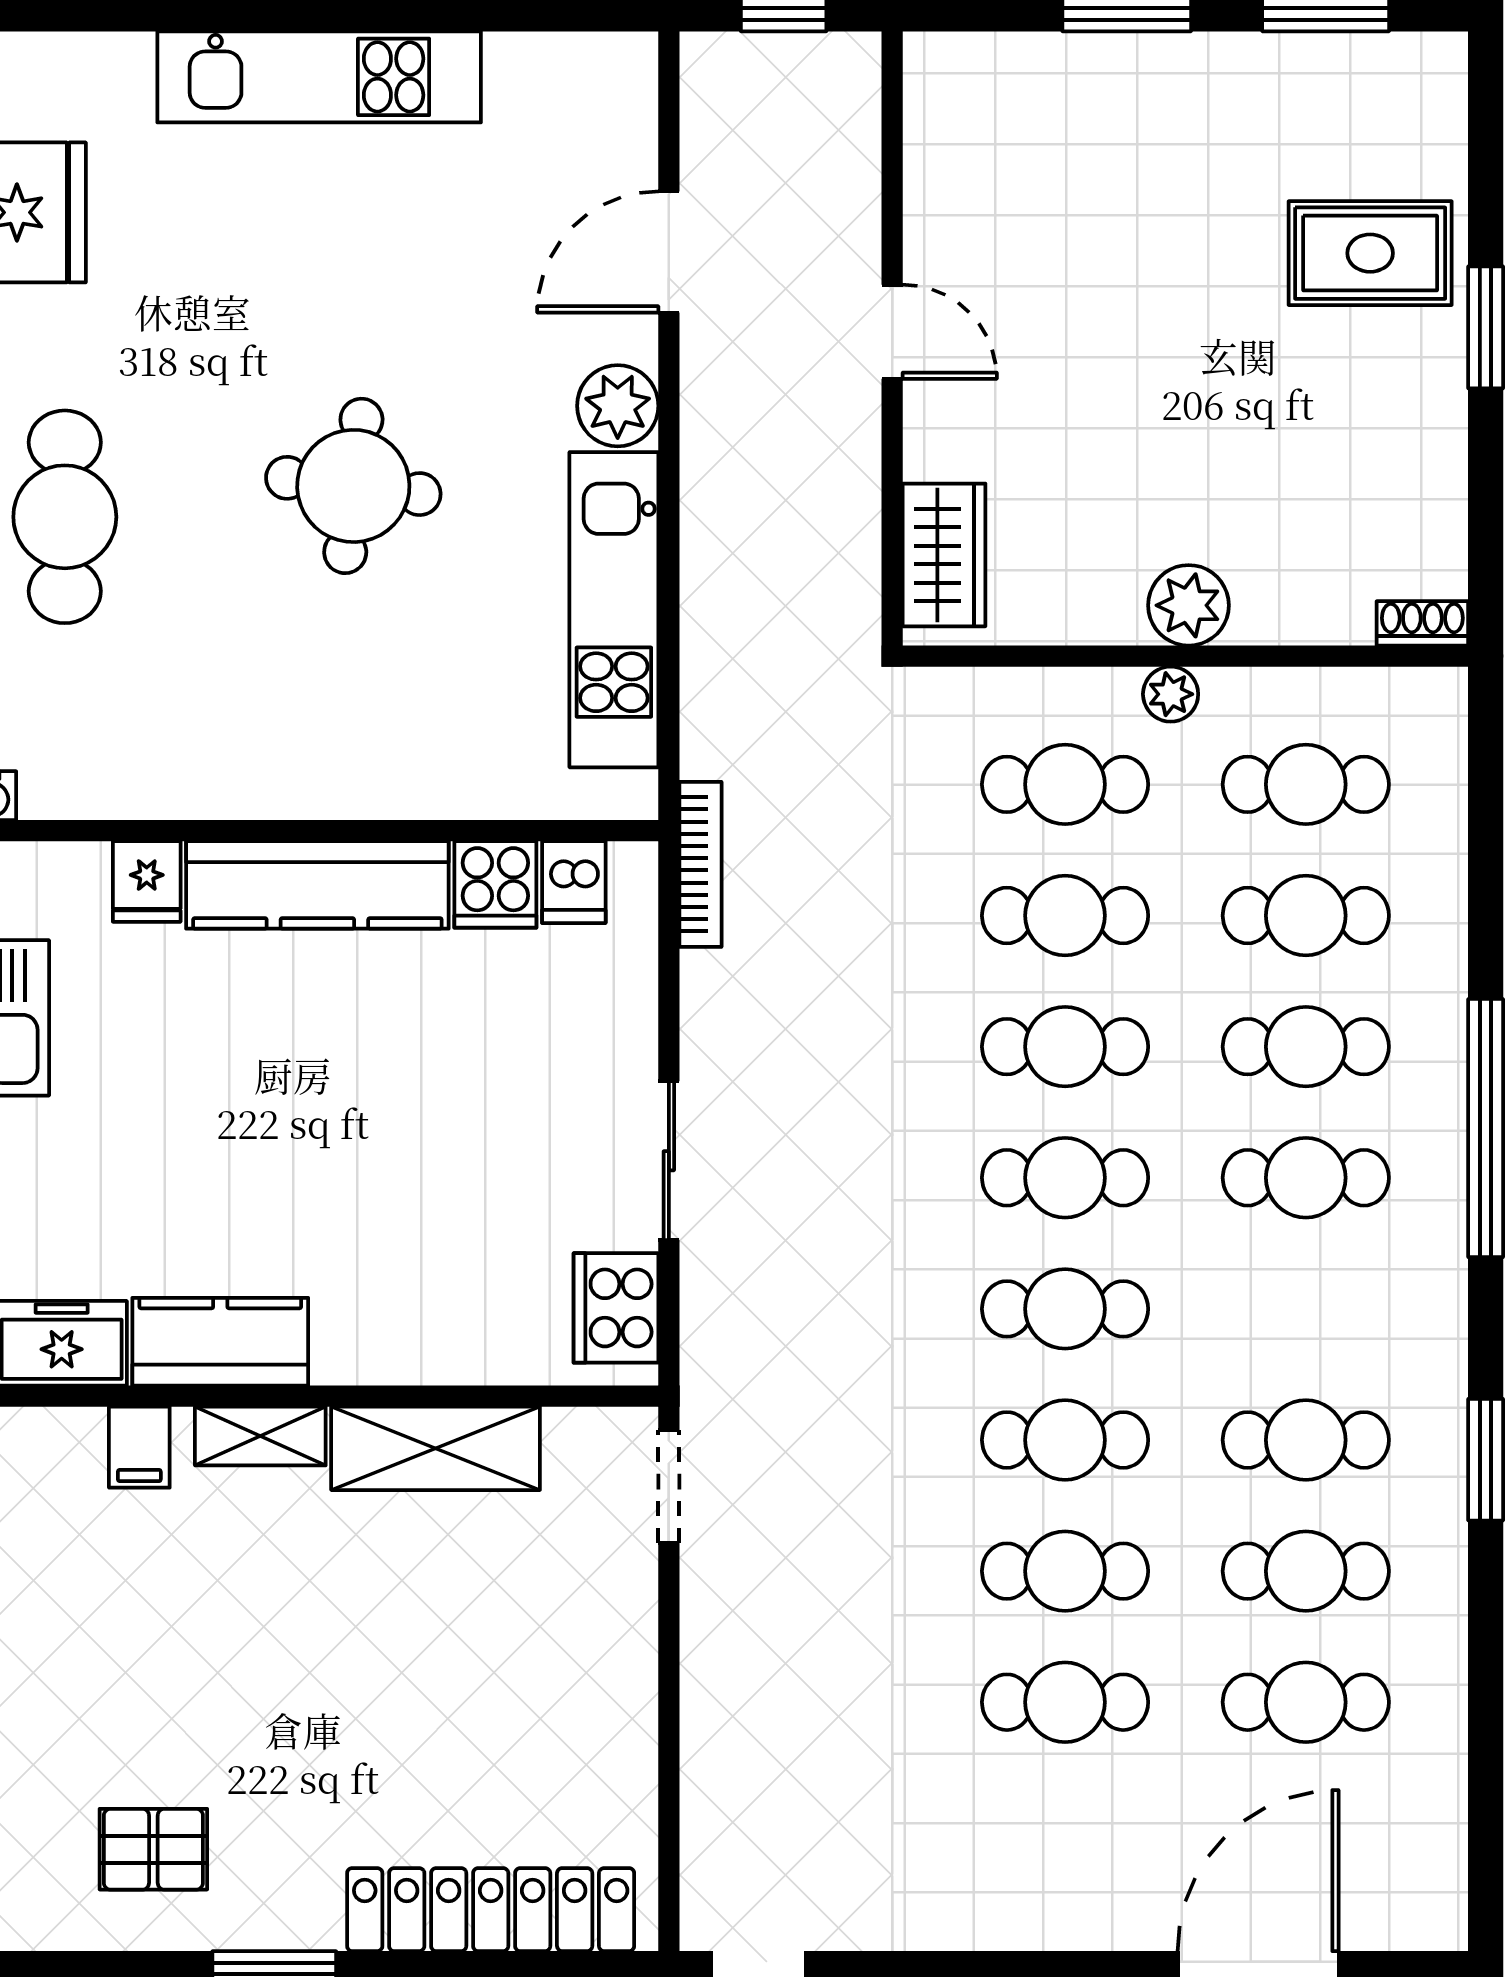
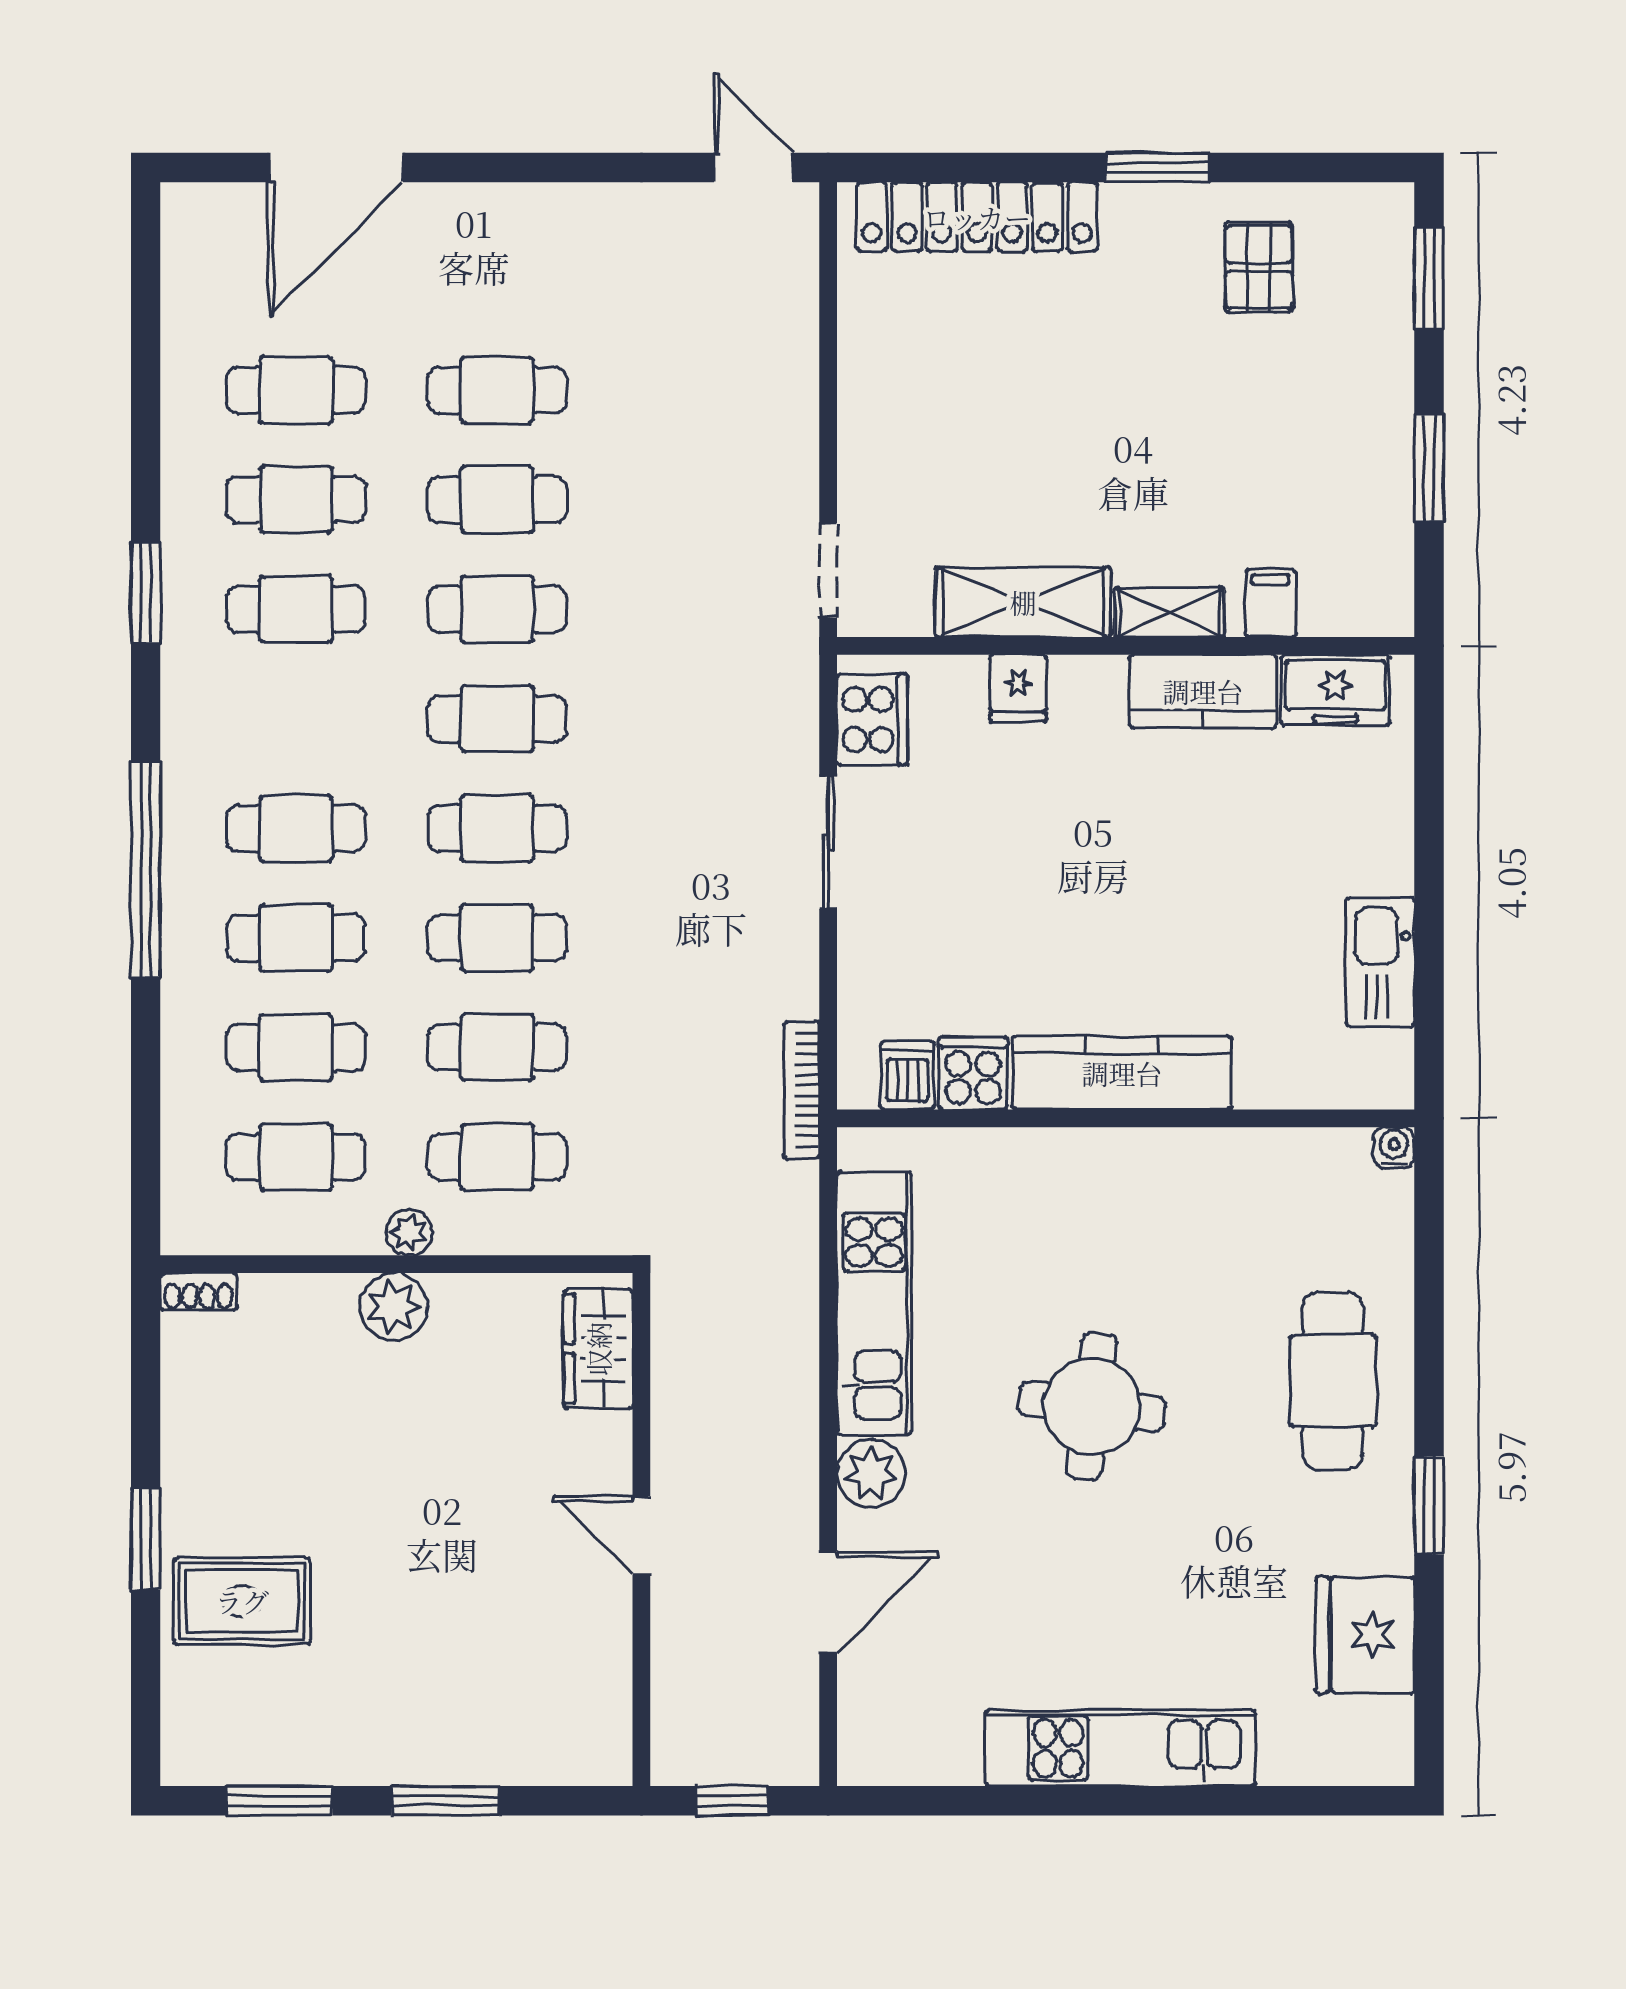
fridge: (147, 881) -> (1018, 688), moved, turned 180
pallet: (153, 1849) -> (1259, 267), turned 90

